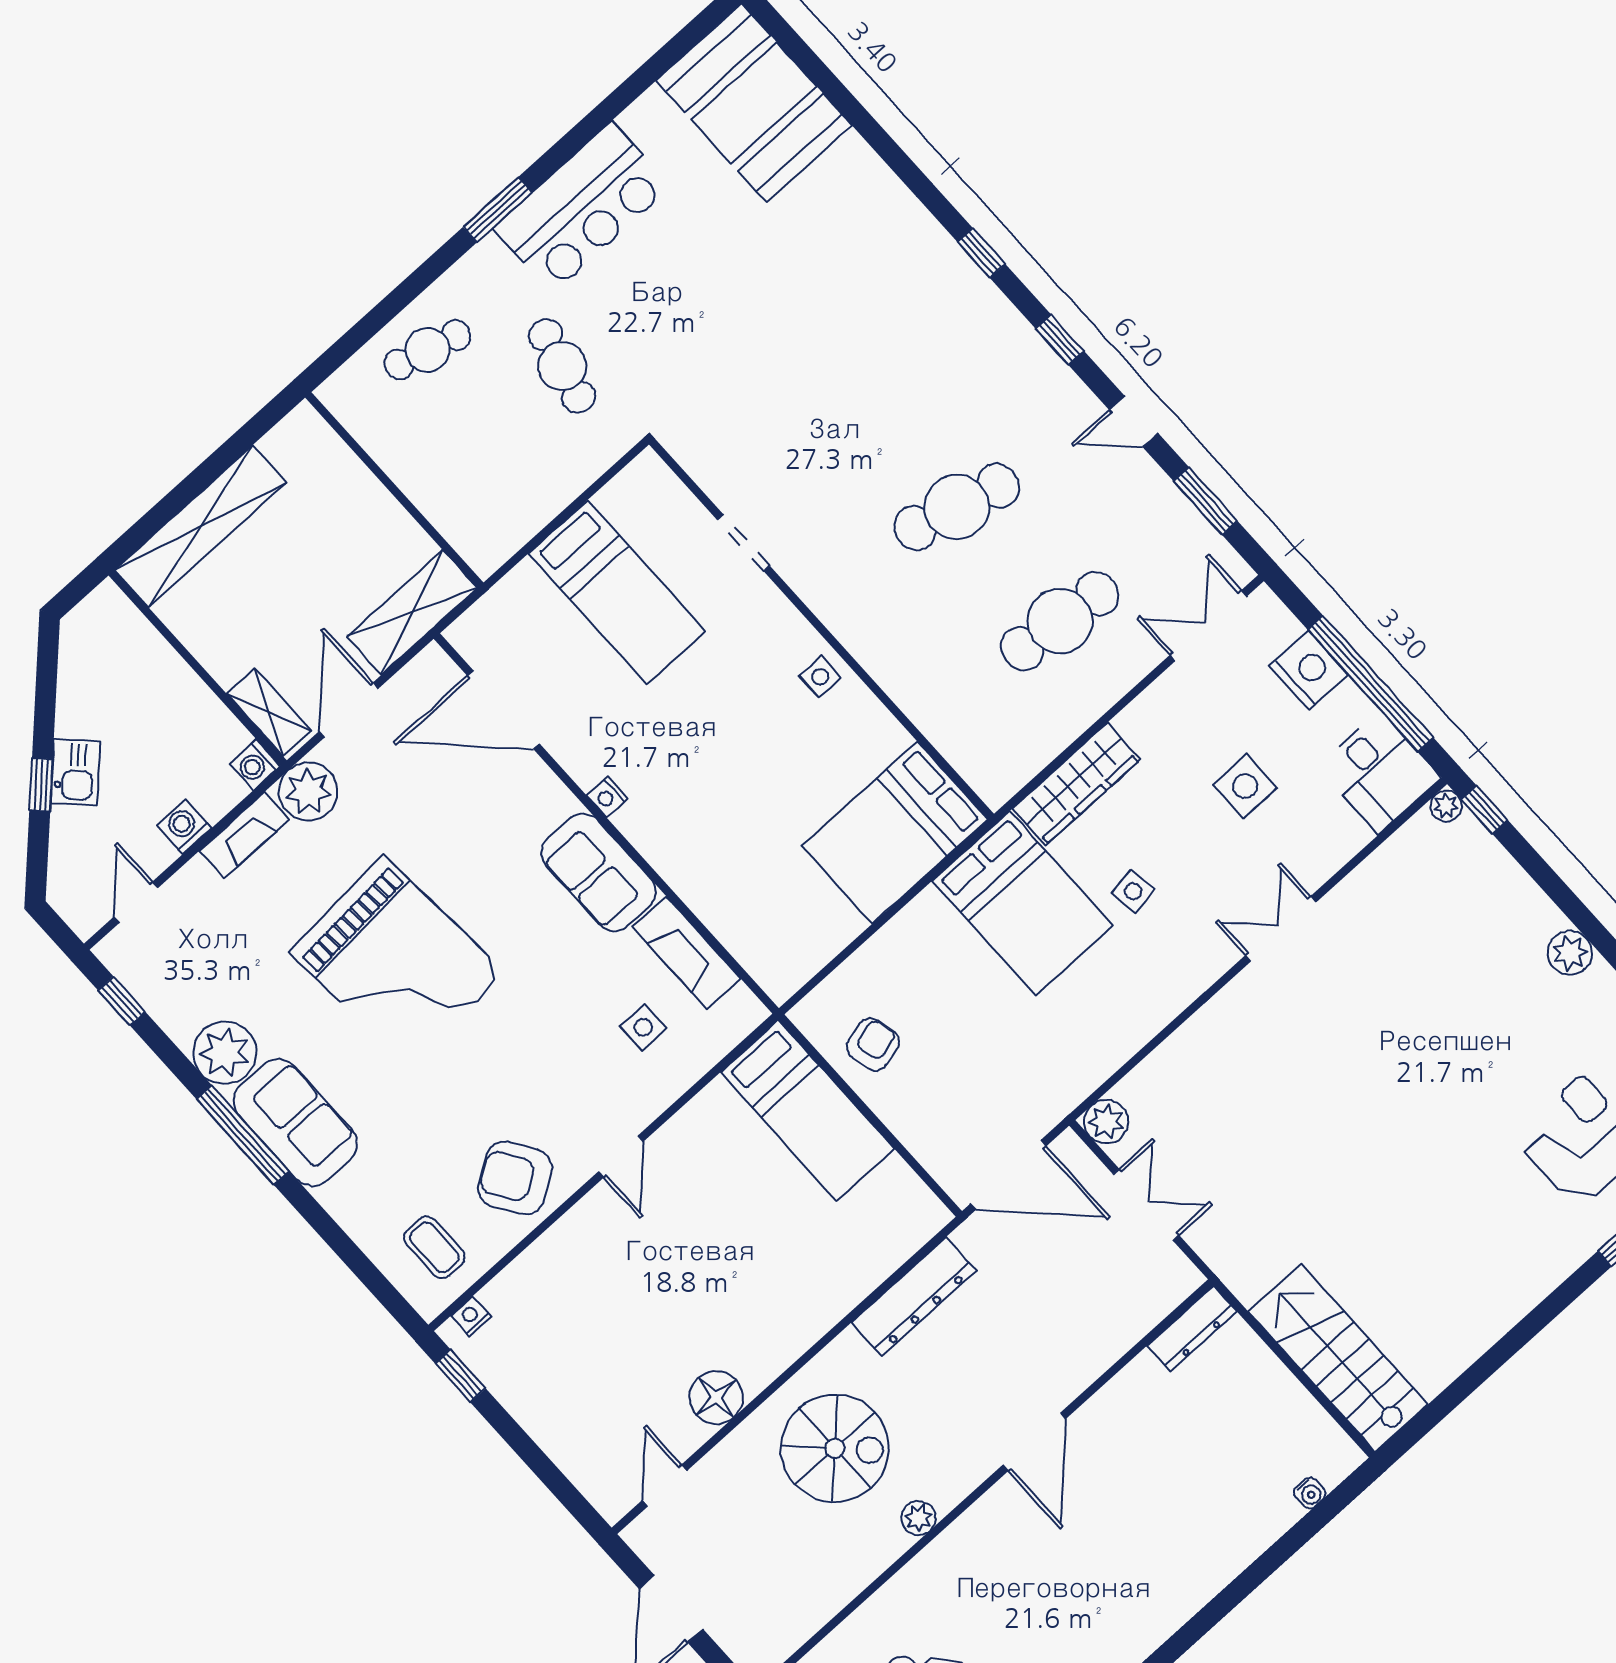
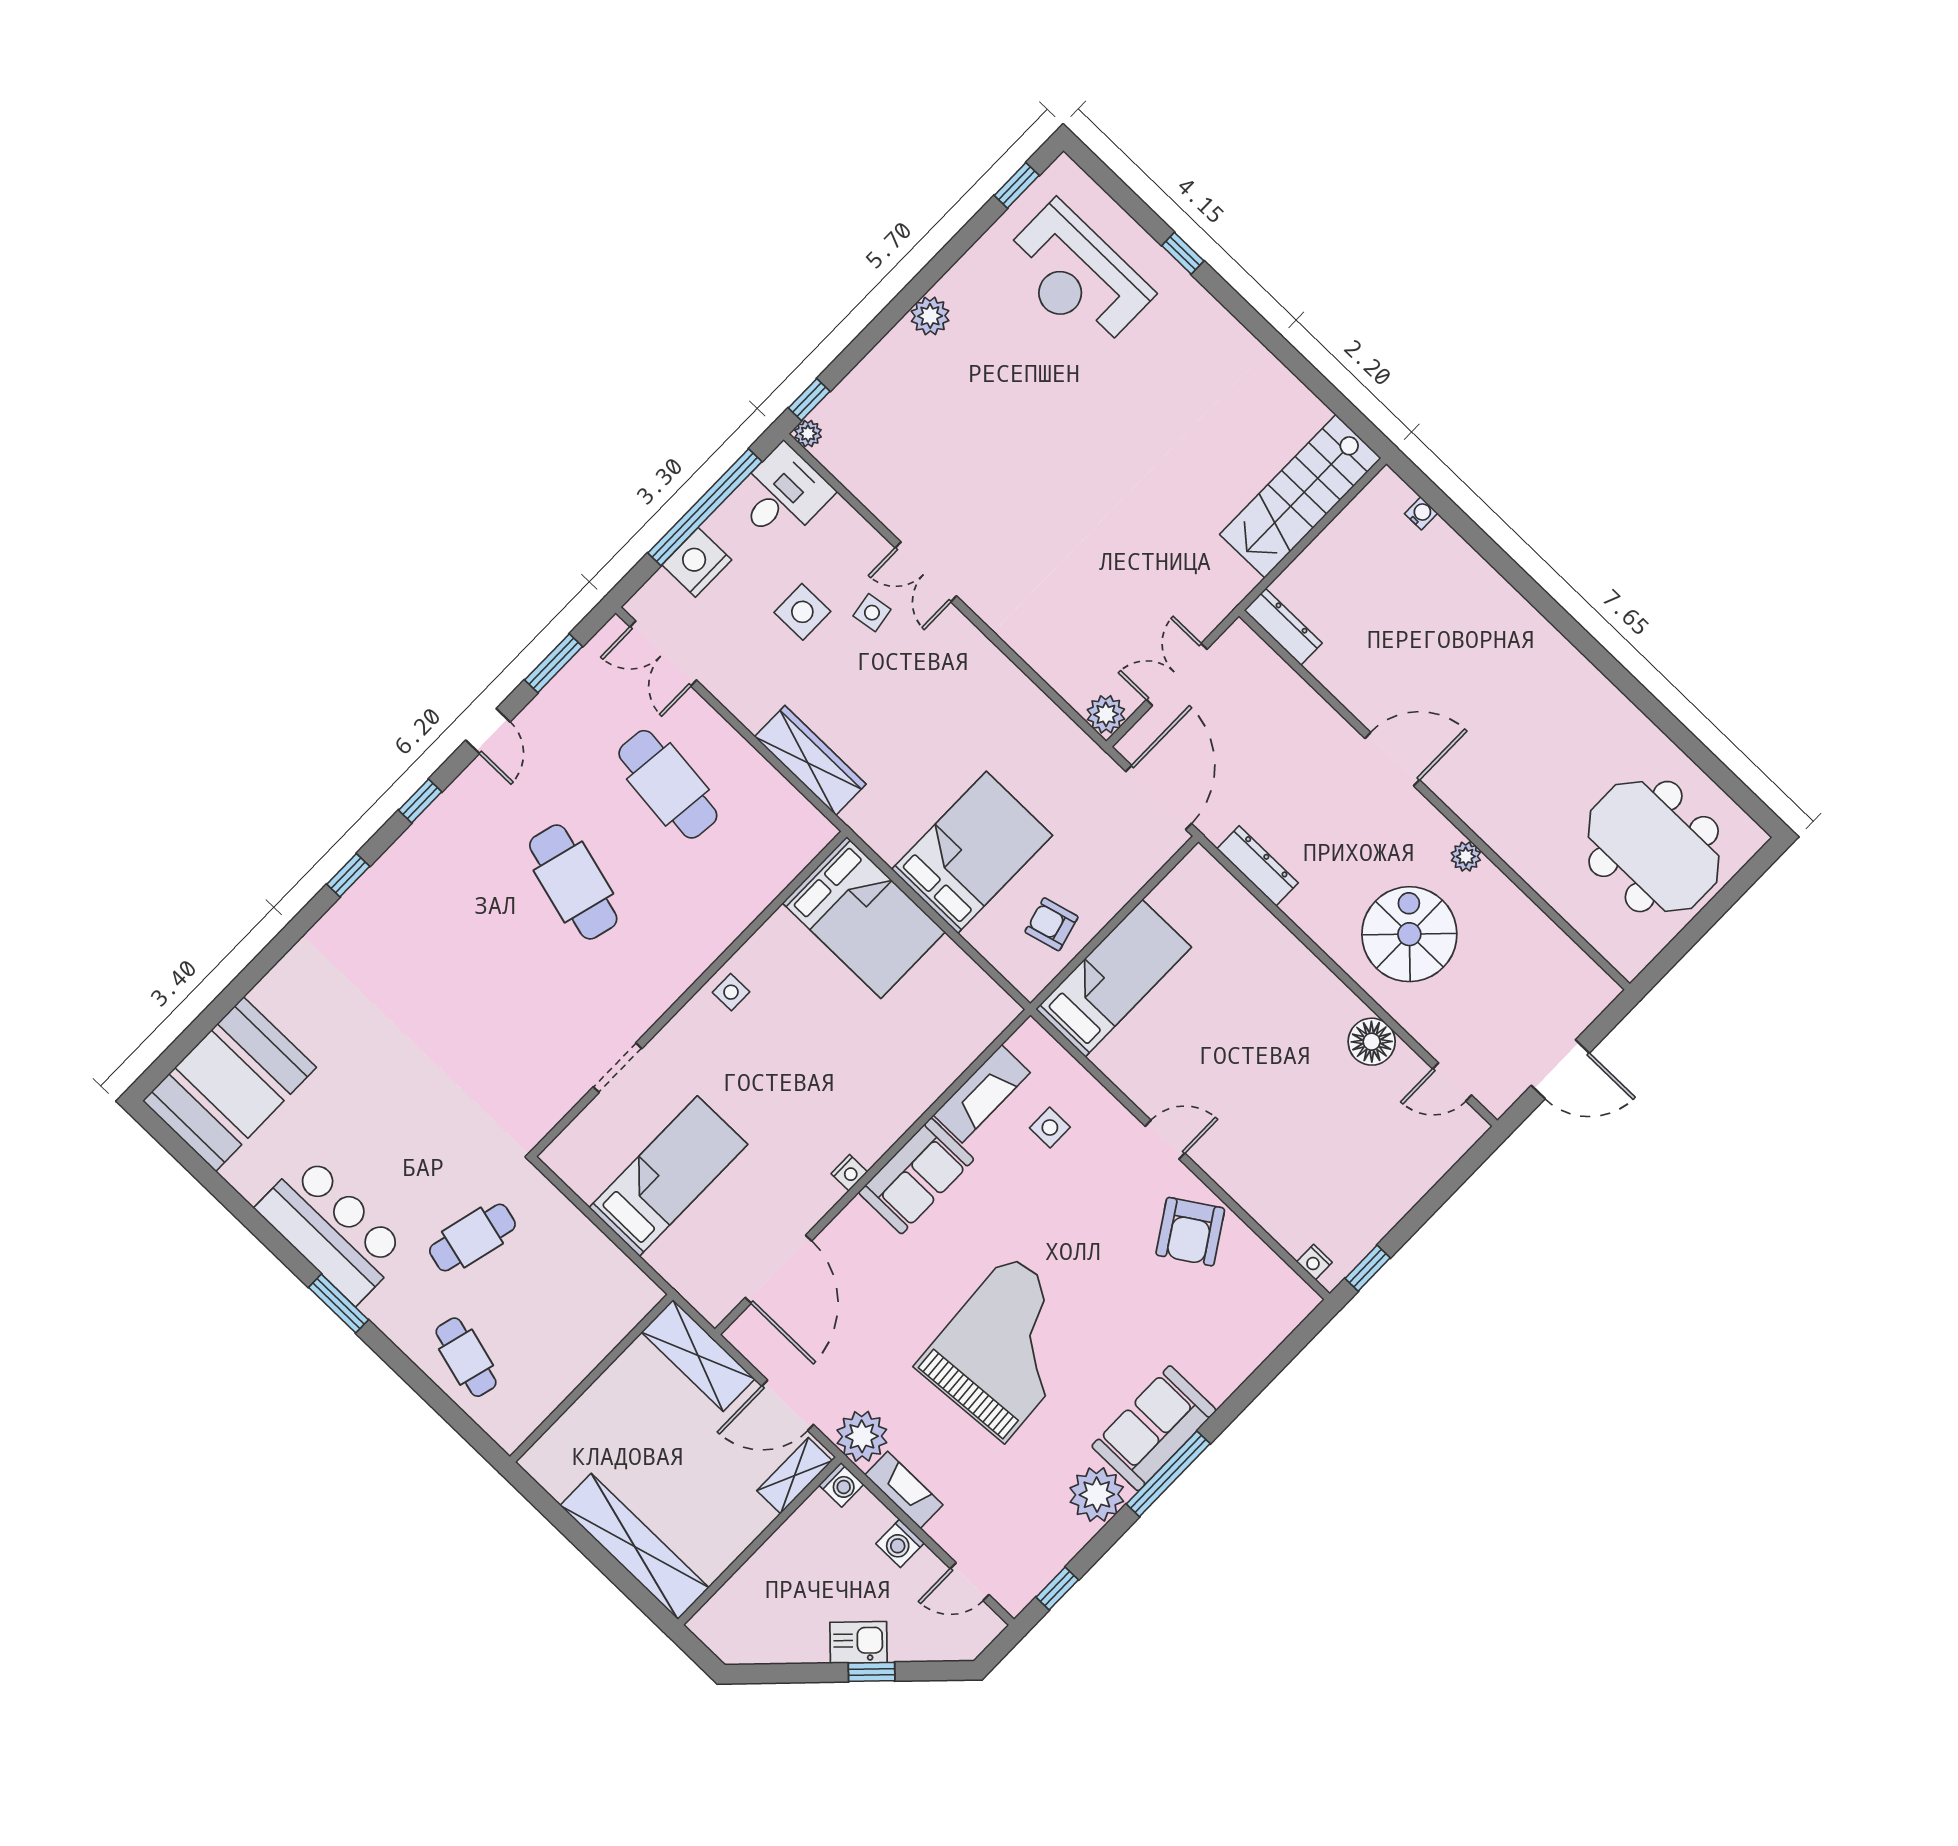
side table: (1133, 891) -> (872, 613), moved
bed: (1023, 903) -> (972, 852), moved
coffee table: (434, 1247) -> (1256, 1299), removed
dresser: (914, 1296) -> (1258, 866), width x0.73, depth x0.80

